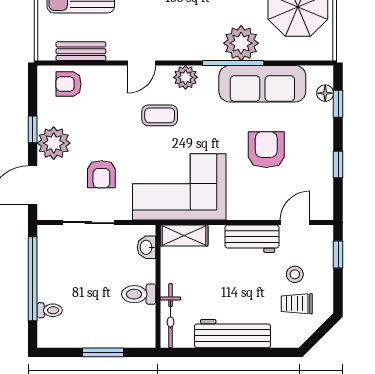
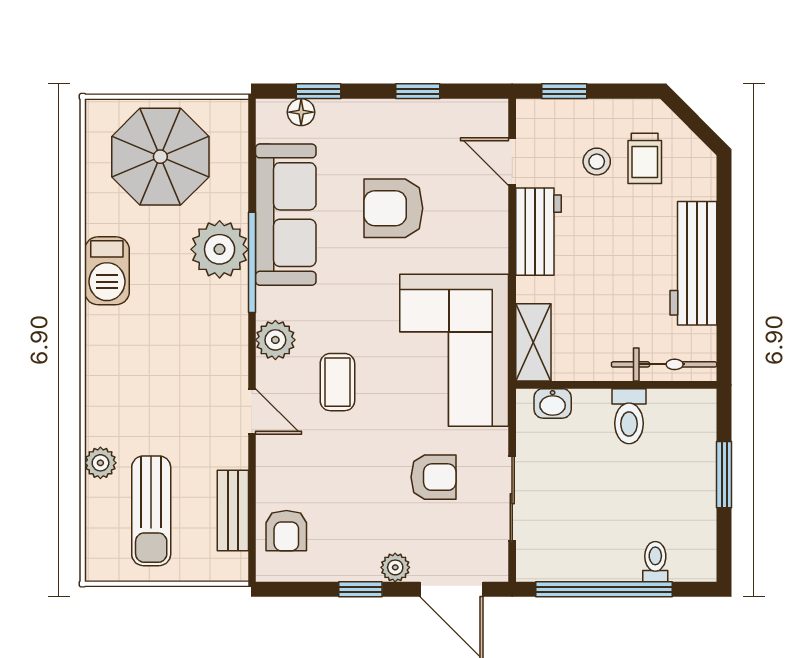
plant: (54, 143) -> (395, 567), width x0.53, depth x0.53

